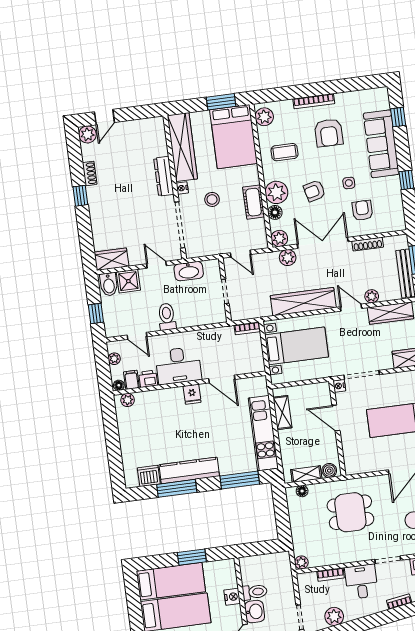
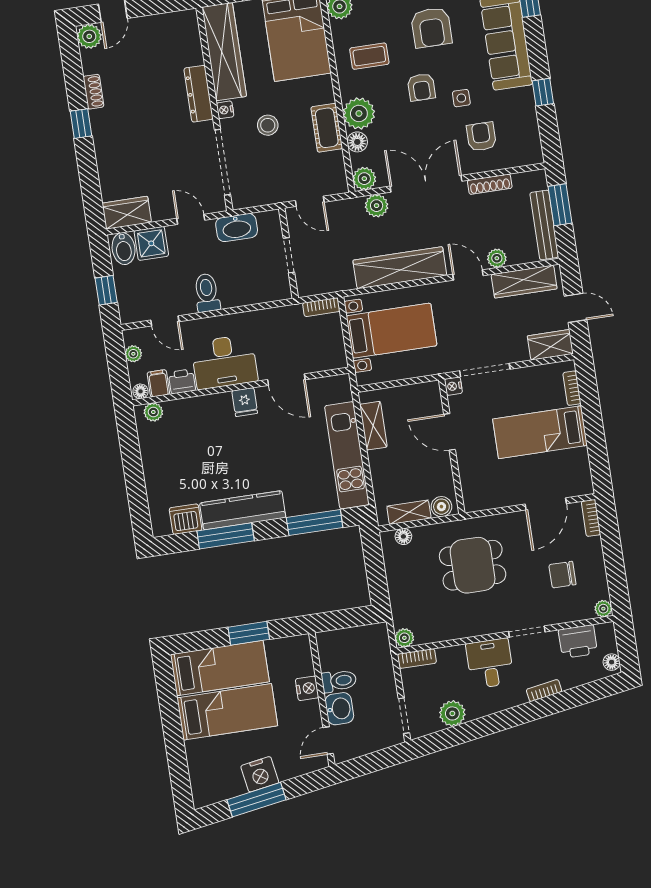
armchair: (314, 191) -> (421, 87), moved, turned -76
bookcase: (331, 575) -> (417, 659), moved

